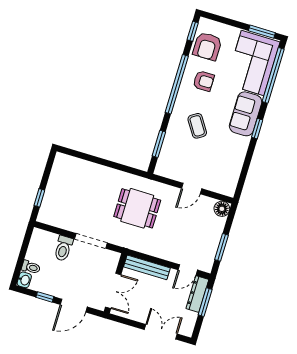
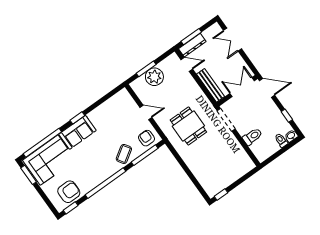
armchair: (204, 81) -> (146, 138), moved
coffee table: (197, 126) -> (124, 154), moved
window: (159, 144) -> (145, 155), width x1.44
window: (39, 198) -> (221, 194), moved
floor lamp: (222, 209) -> (137, 86), removed
plant: (211, 232) -> (154, 77), added
doorway: (91, 241) -> (226, 120), moved
window: (222, 247) -> (146, 69), moved
door: (74, 306) -> (267, 88), moved

